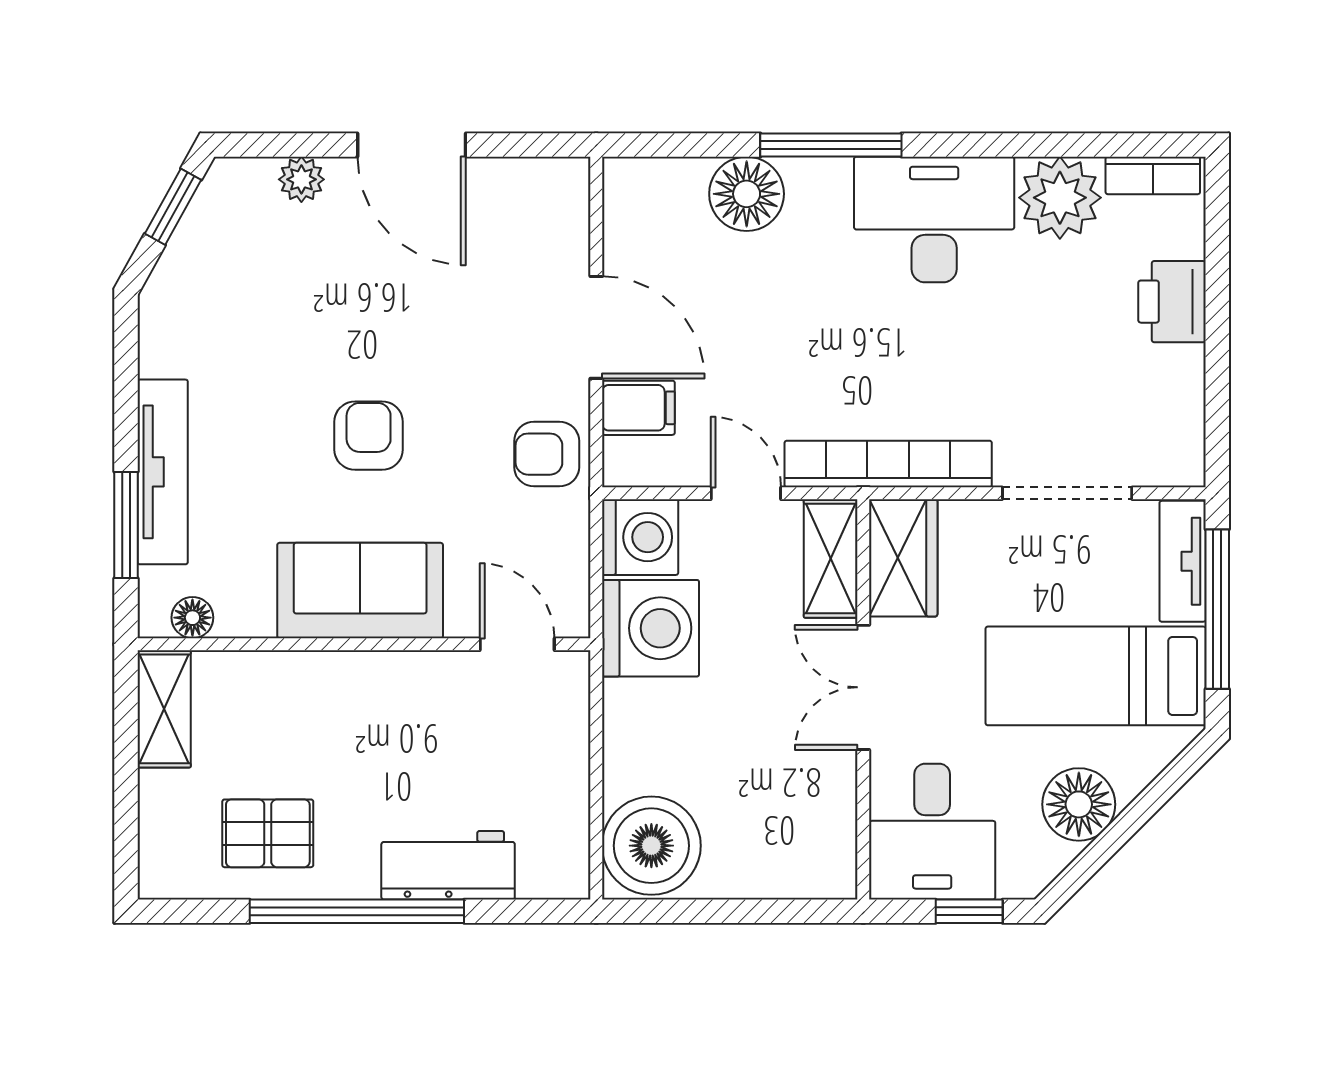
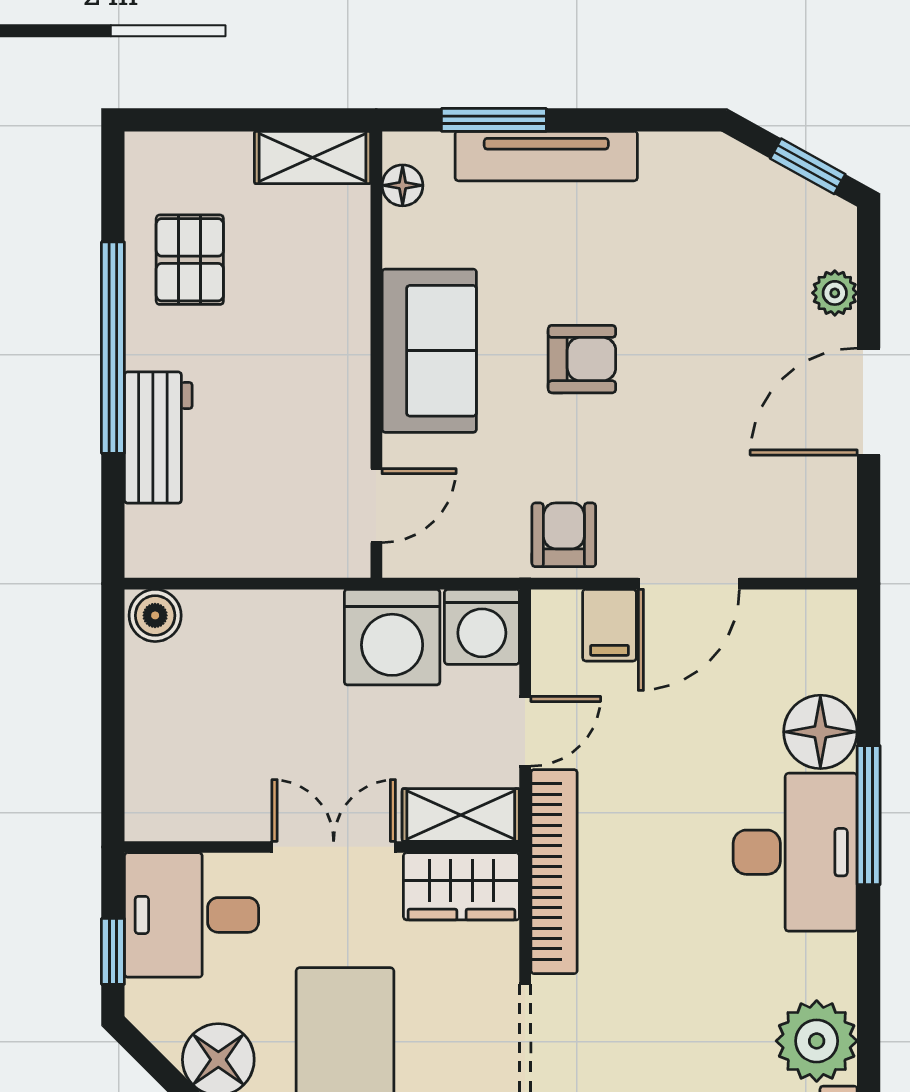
desk: (934, 220) -> (795, 852), moved
boiler: (651, 846) -> (155, 615), width x0.54, depth x0.54

